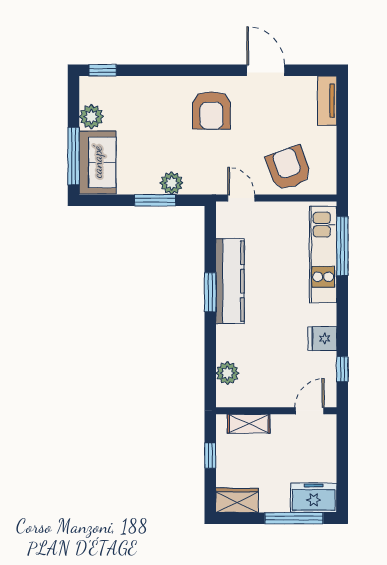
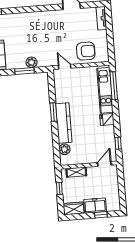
armchair: (211, 110) -> (48, 27), removed
armchair: (289, 168) -> (86, 51), turned 110
kitchen counter: (230, 281) -> (64, 123), moved
fridge: (322, 339) -> (107, 119), moved
freezer: (314, 498) -> (95, 206), moved
window: (294, 518) -> (101, 215), width x0.46

